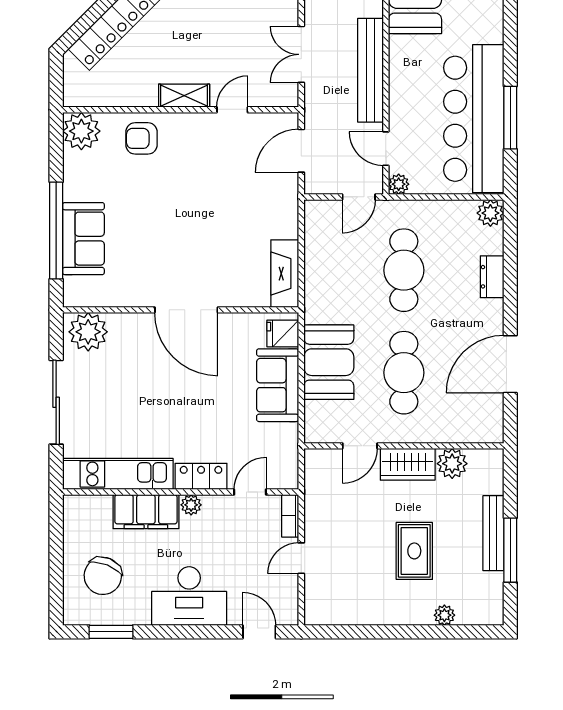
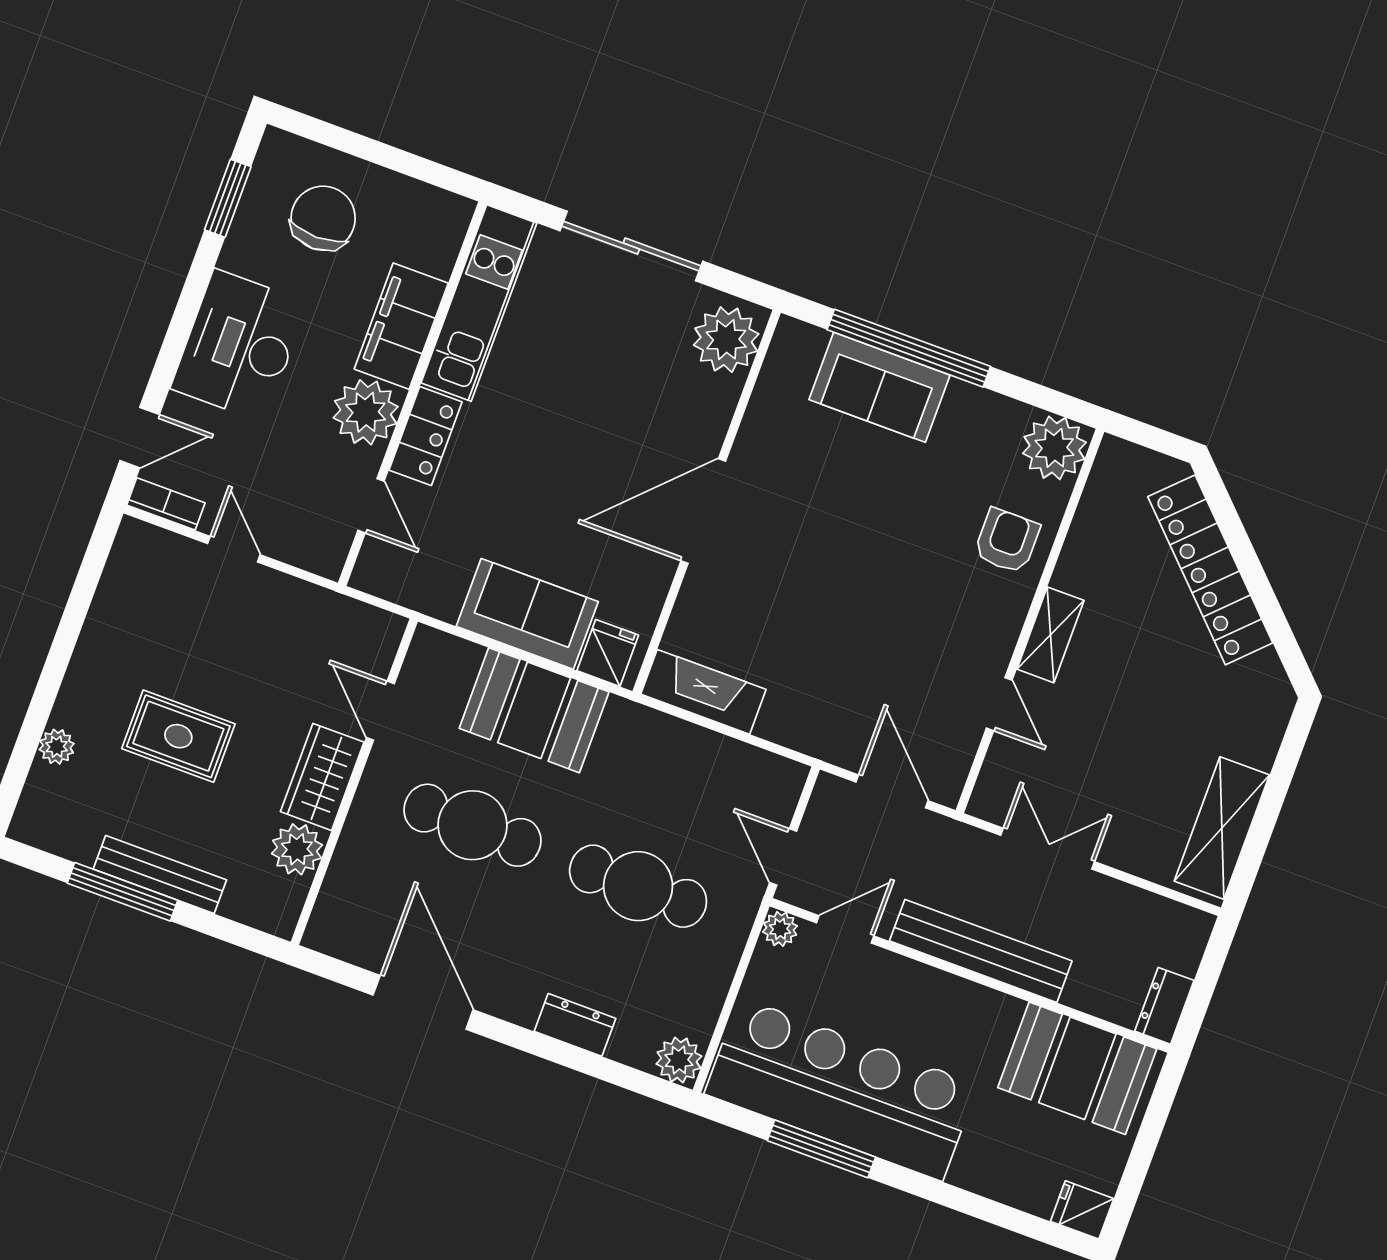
plant: (191, 505) -> (366, 412), width x1.87, depth x1.87
bookcase: (290, 516) -> (166, 504), moved
chair: (103, 576) -> (323, 218), turned 68

